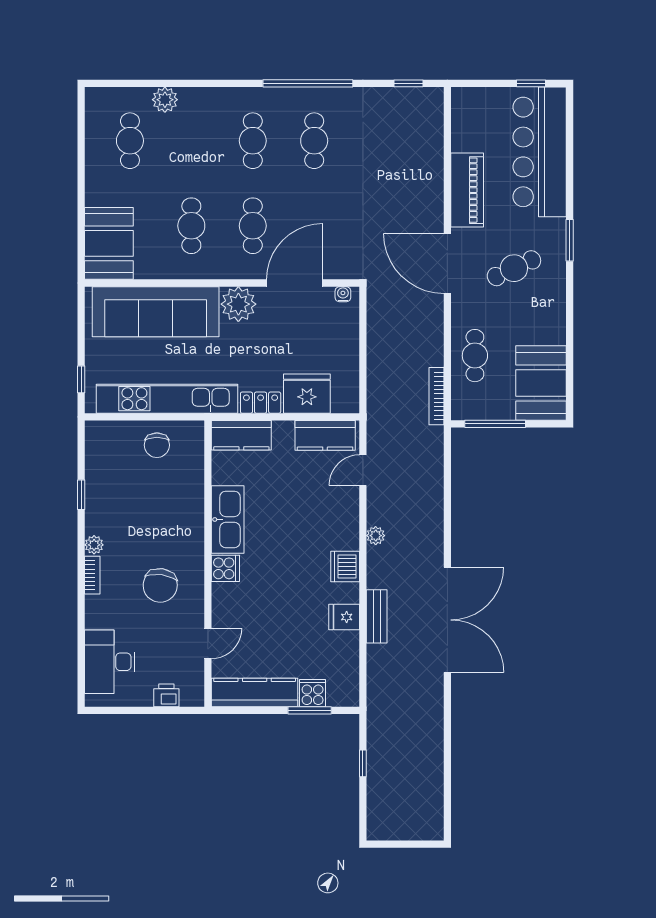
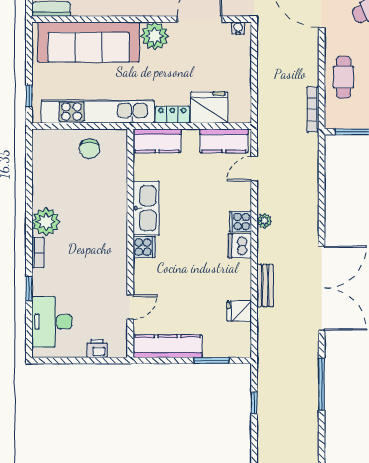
window: (81, 495) -> (29, 289), moved
plant: (94, 545) -> (46, 222), width x1.88, depth x1.88
chair: (160, 585) -> (92, 261), removed
fridge: (344, 617) -> (239, 311), moved
cooker: (313, 693) -> (240, 222), moved, turned -90
window: (447, 740) -> (322, 384), added

